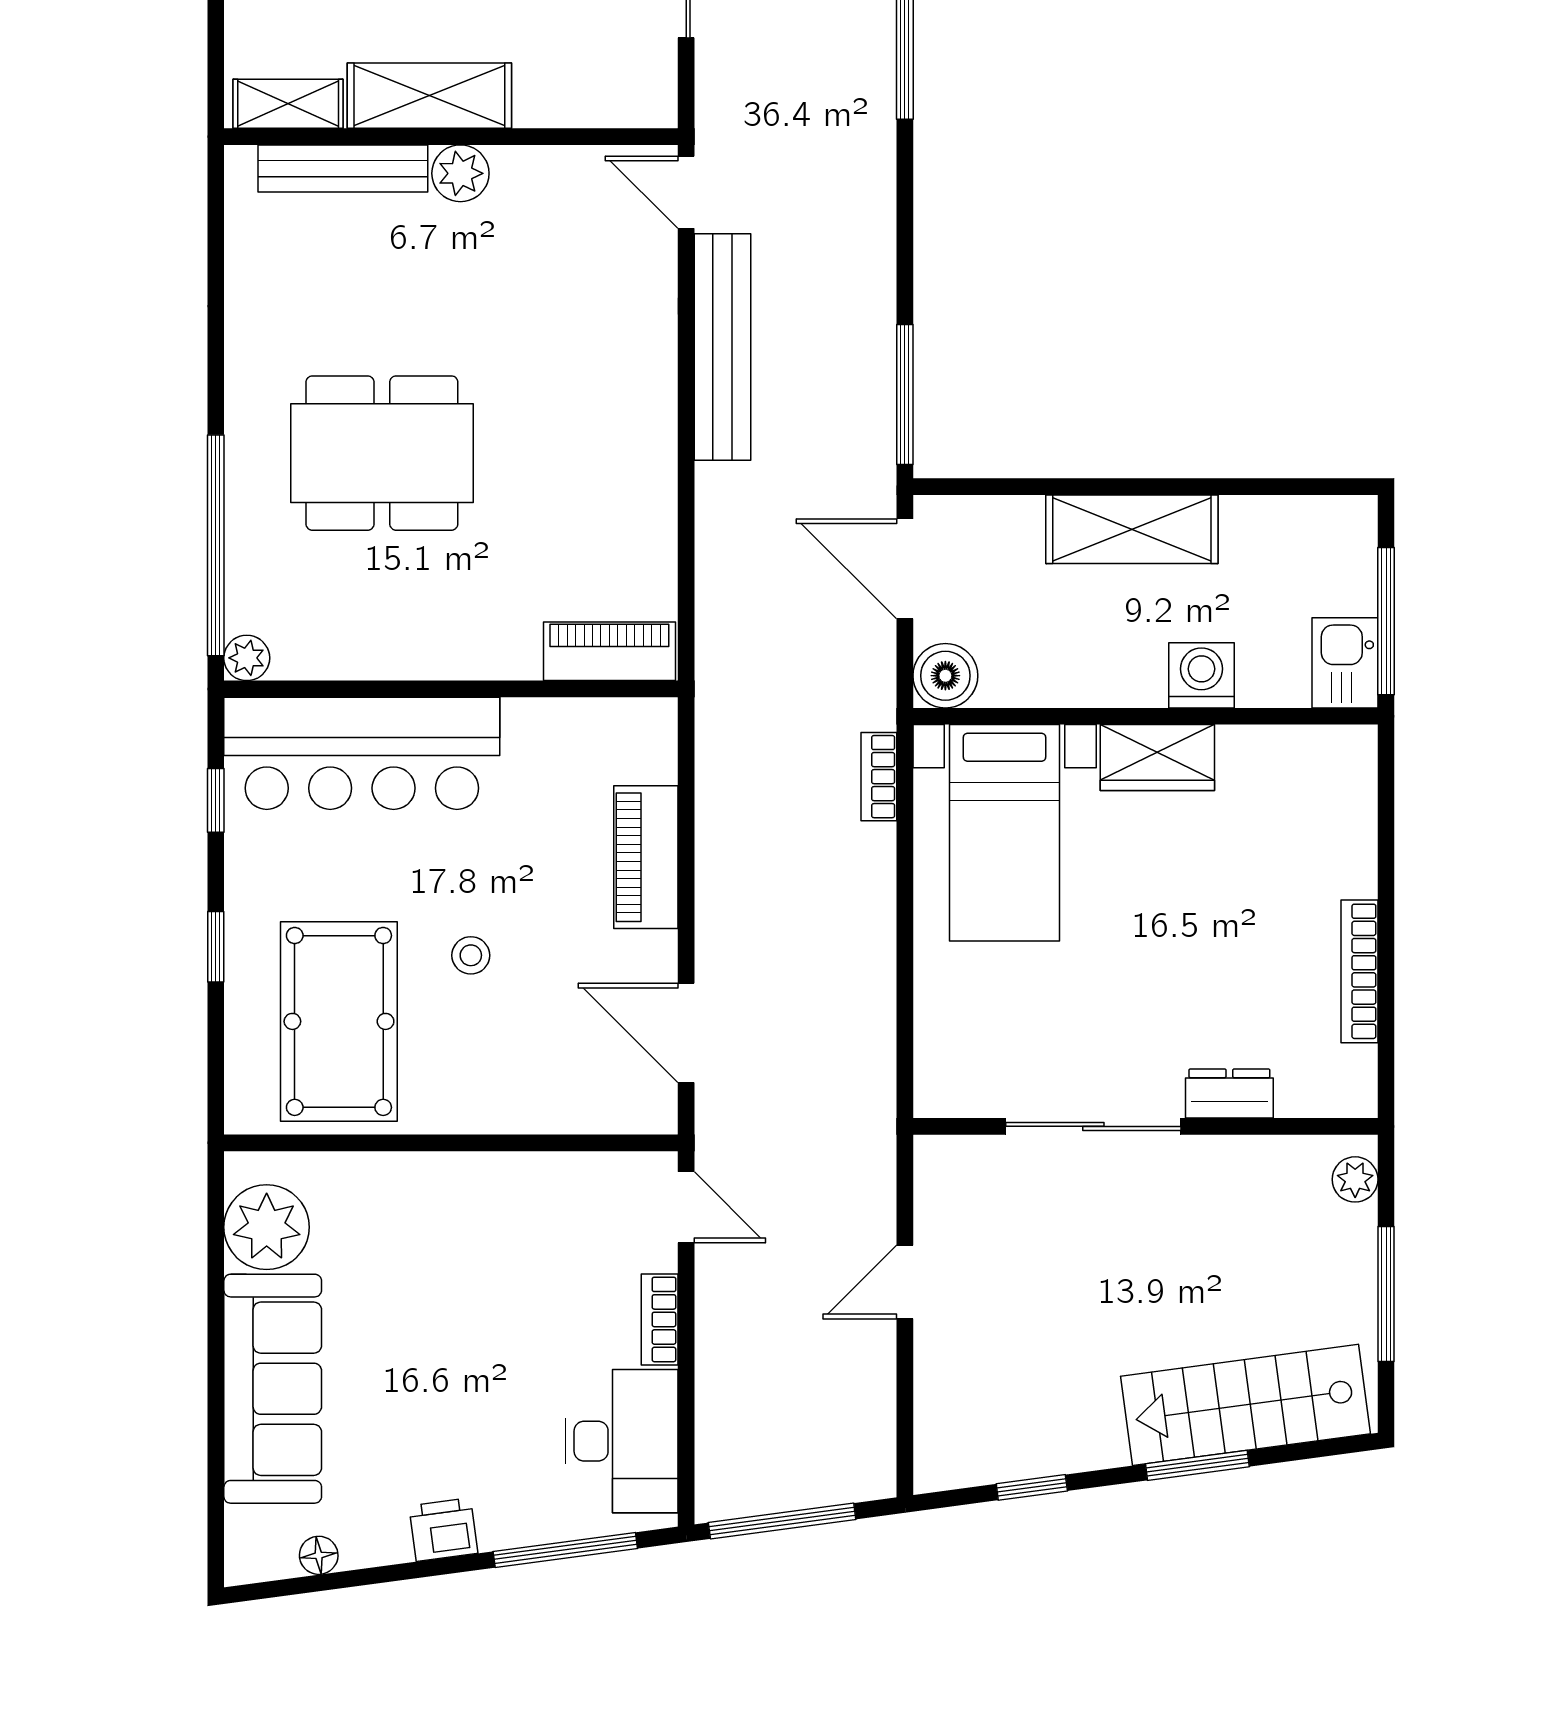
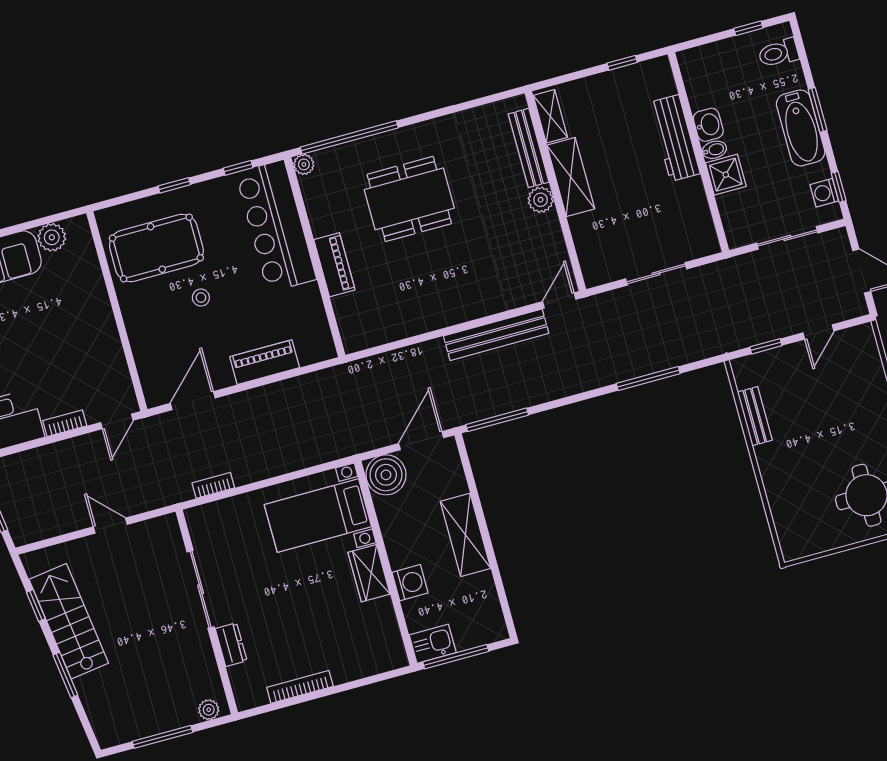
dining table: (382, 453) -> (409, 199), turned 90
piano: (609, 651) -> (334, 265), moved
boiler: (945, 676) -> (386, 475), width x1.37, depth x1.37
bookcase: (879, 777) -> (213, 485), moved
plant: (267, 1227) -> (52, 237), width x0.73, depth x0.73
stairs: (1246, 1405) -> (69, 621), moved

